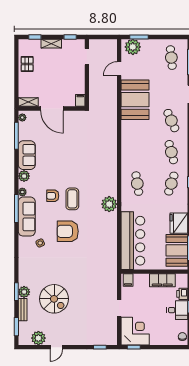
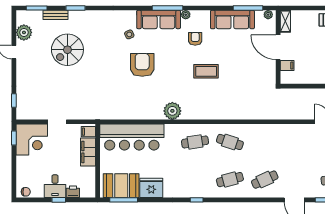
filing cabinet: (80, 100) -> (287, 66), moved
booth: (135, 100) -> (288, 139), removed
door: (52, 108) -> (278, 47), hinge flipped
sofa: (27, 155) -> (232, 20), width x1.36
plant: (24, 176) -> (203, 17), removed
cafe table: (171, 184) -> (230, 142), moved
armchair: (53, 196) -> (195, 39), moved
coffee table: (72, 199) -> (206, 71), moved
filing cabinet: (162, 280) -> (88, 152), moved
plant: (24, 292) -> (75, 17), removed

